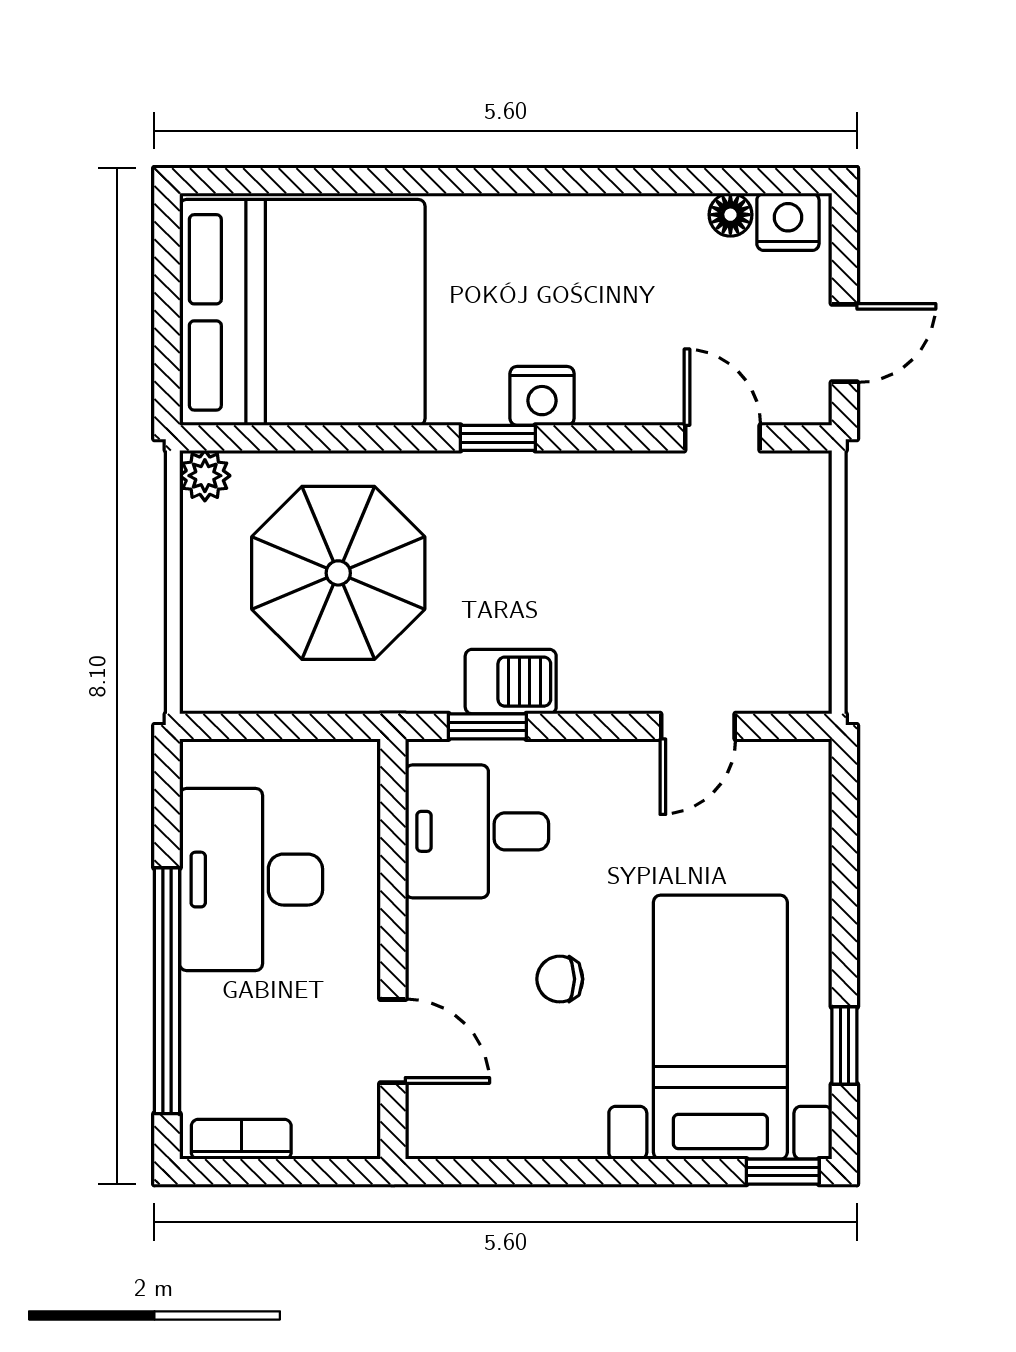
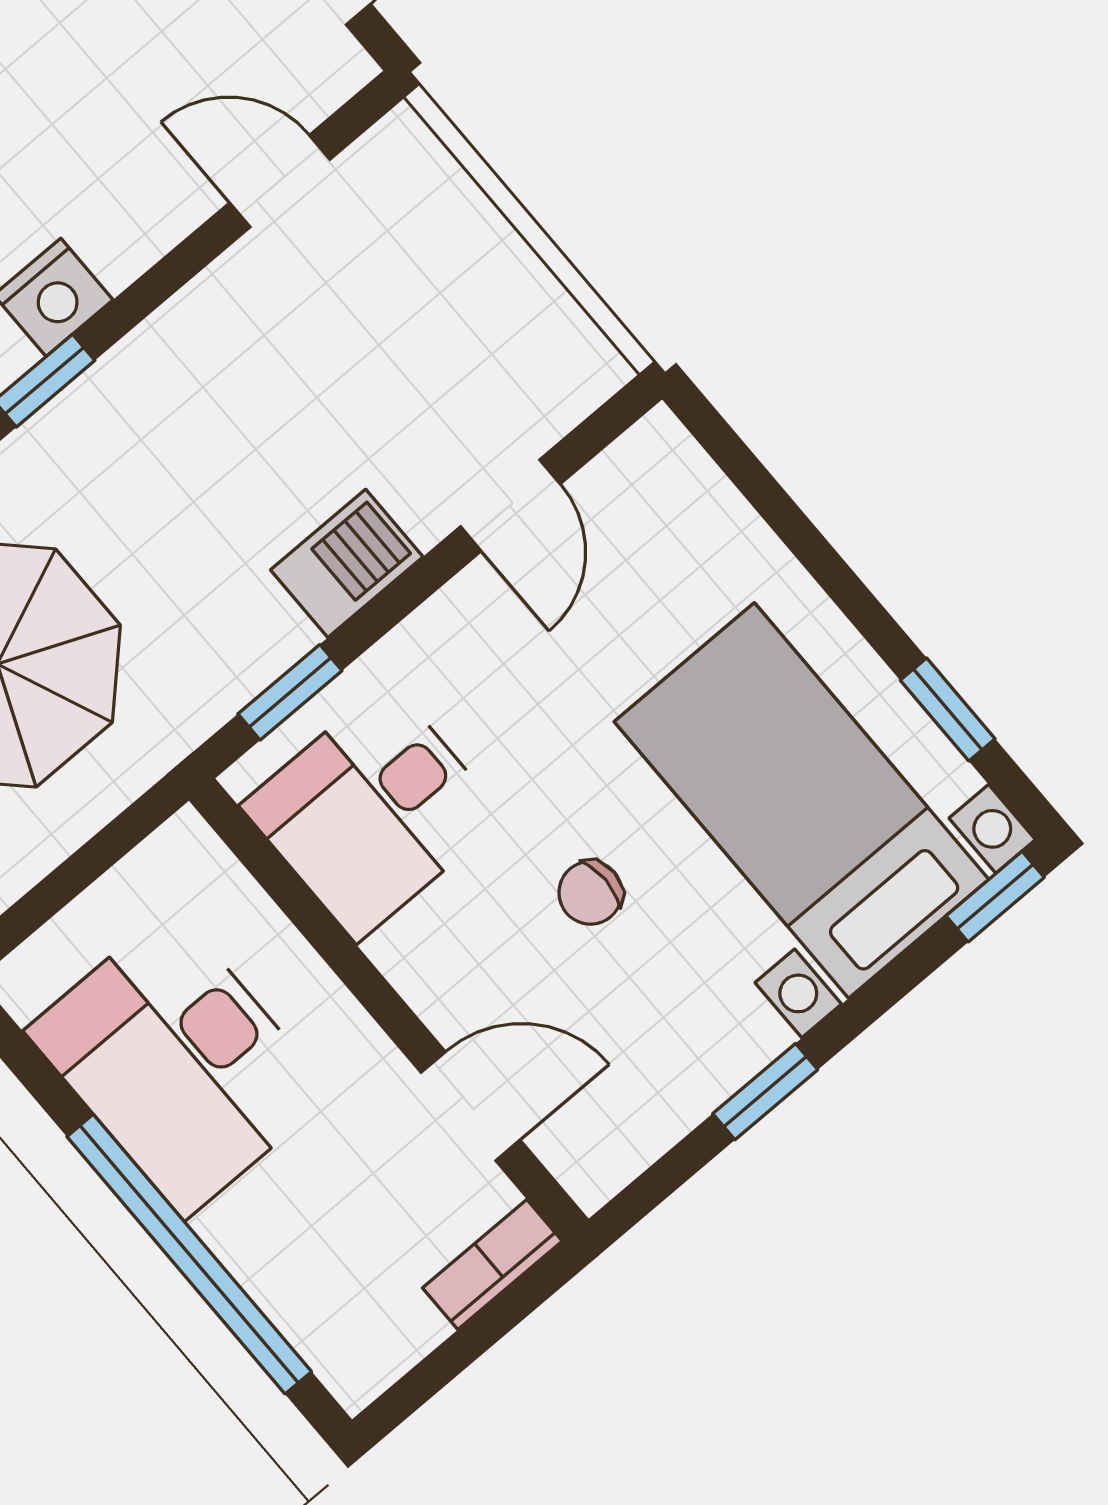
barbecue: (511, 682) -> (347, 563), moved
bookcase: (241, 1139) -> (492, 1264), moved
window: (563, 1172) -> (765, 1092), added

